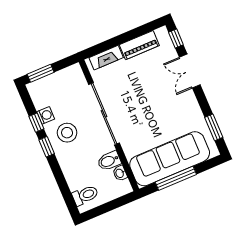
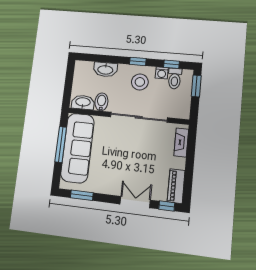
piano: (139, 45) -> (176, 186), moved
window: (36, 123) -> (171, 64), moved
washbasin: (120, 173) -> (83, 102), width x1.91, depth x1.45
washbasin: (73, 176) -> (105, 69), added
toilet: (85, 195) -> (175, 79), moved

